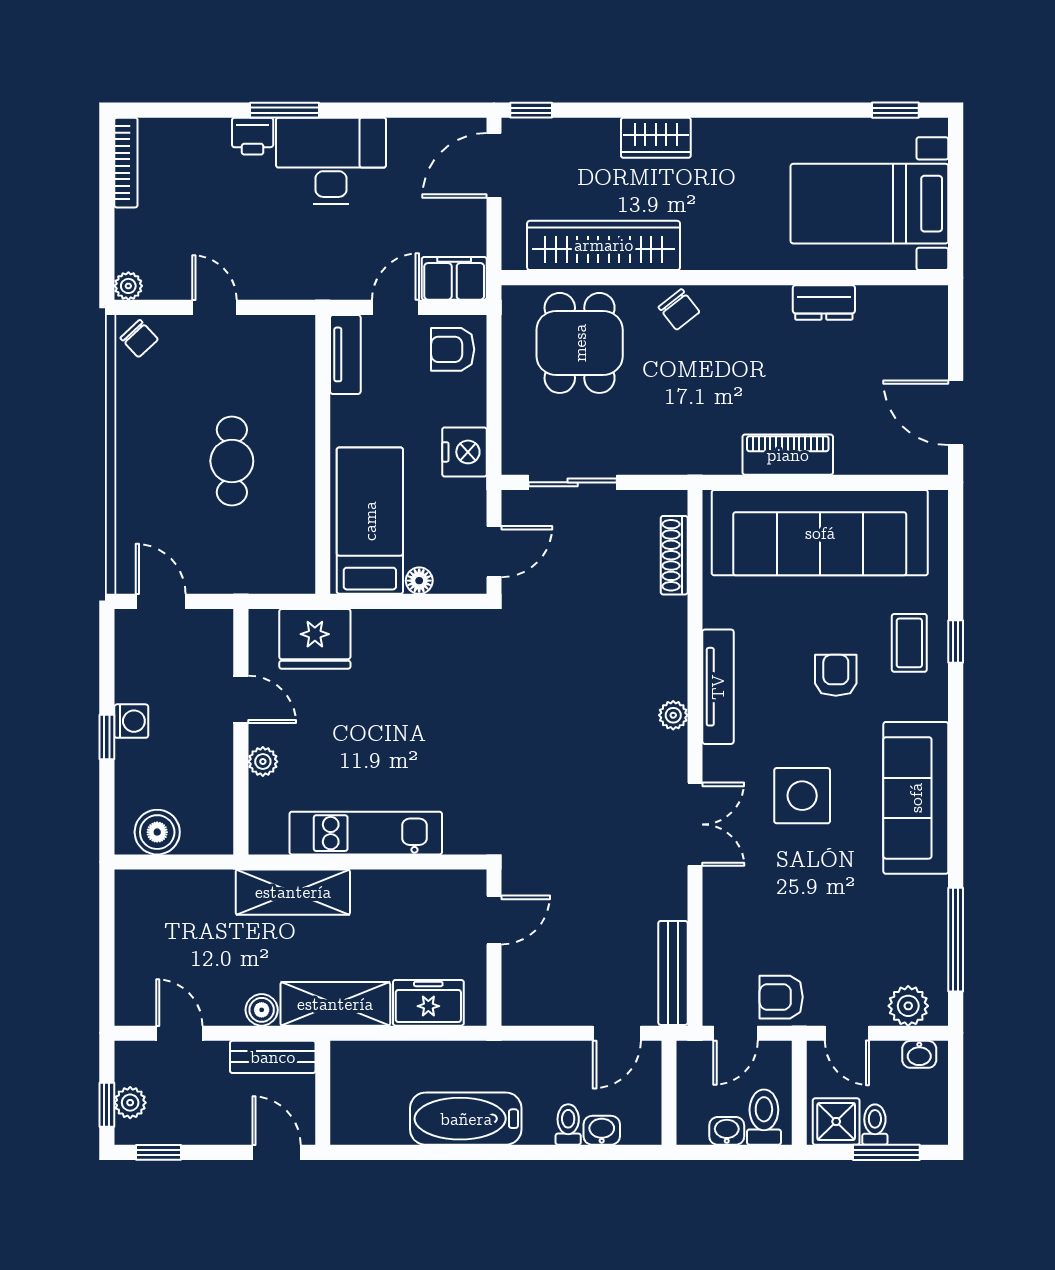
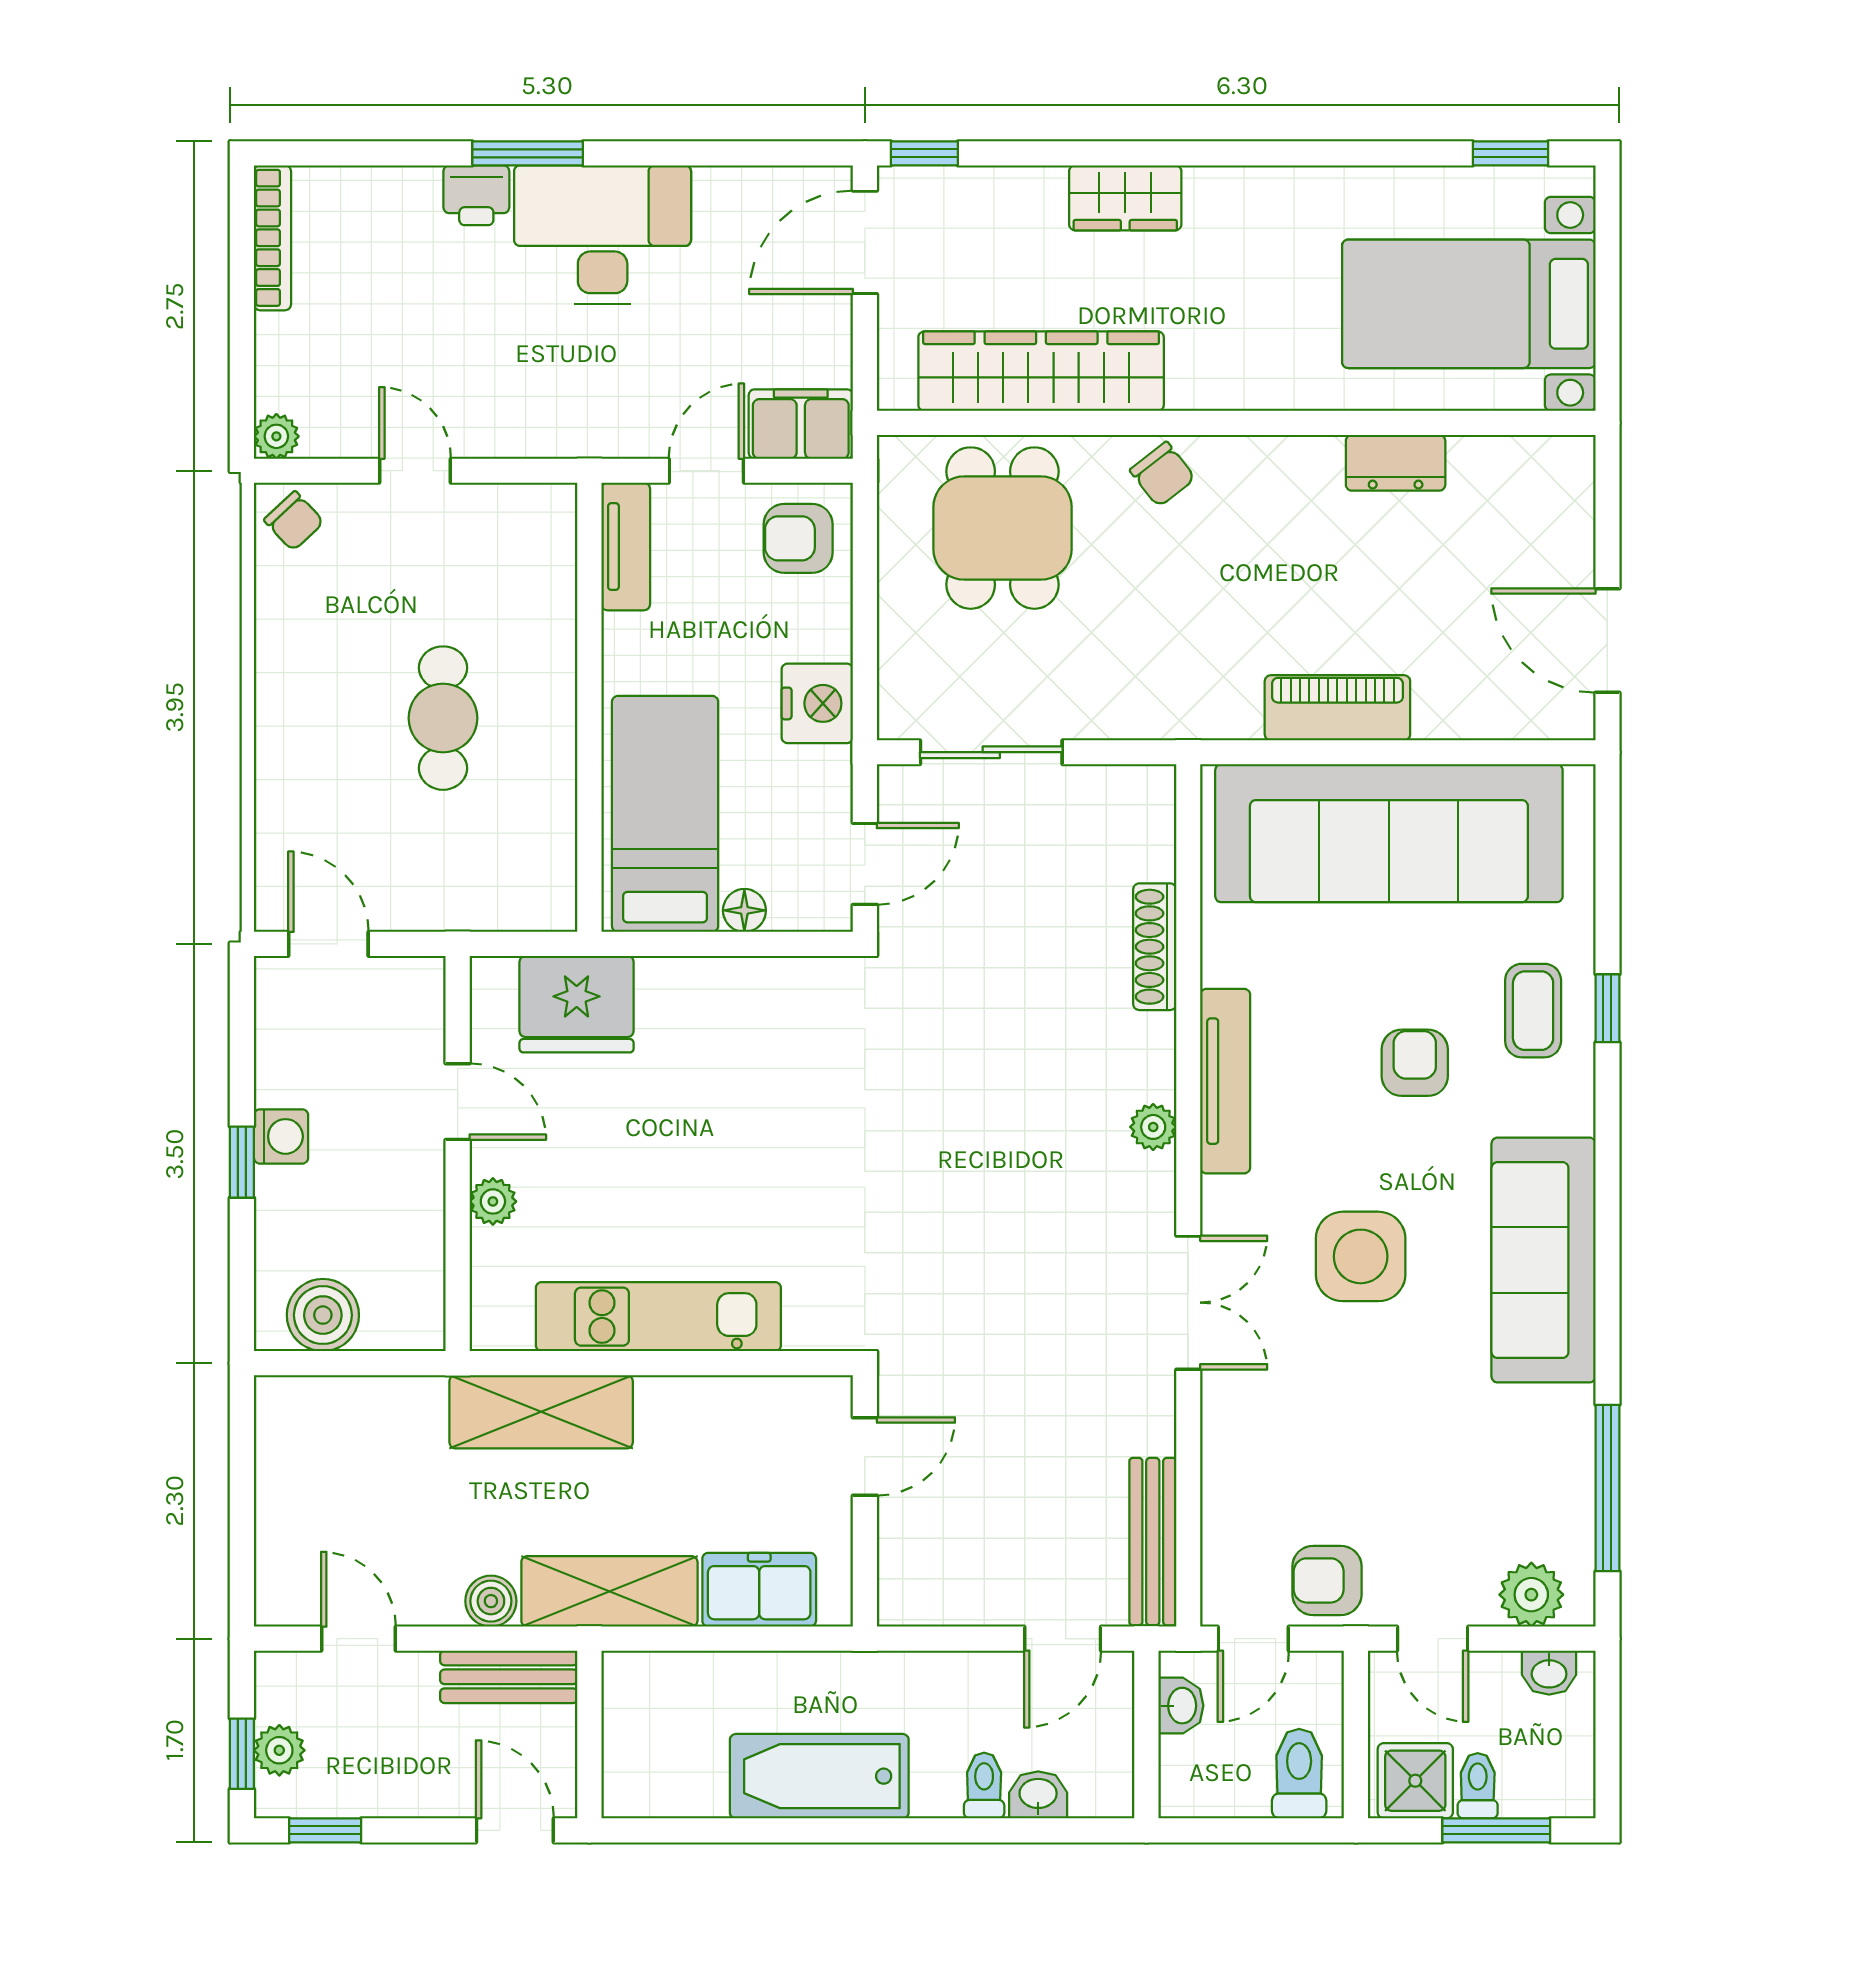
shoe rack: (674, 555) -> (1155, 947), moved
washbasin: (727, 1131) -> (1181, 1706), moved, turned 90

